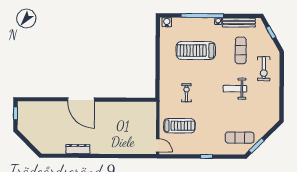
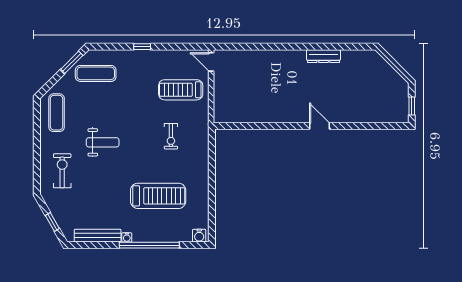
exercise mat: (241, 50) -> (57, 113), moved
door: (81, 99) -> (320, 126), width x0.53

